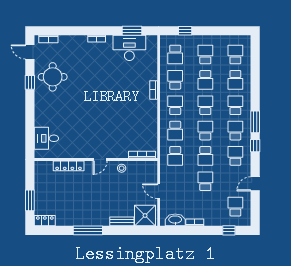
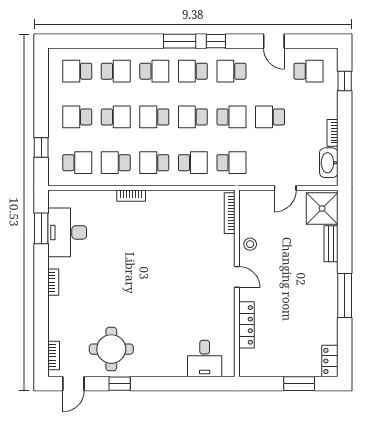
school desk: (235, 105) -> (154, 71), turned 180
school desk: (235, 207) -> (309, 71), turned 180

